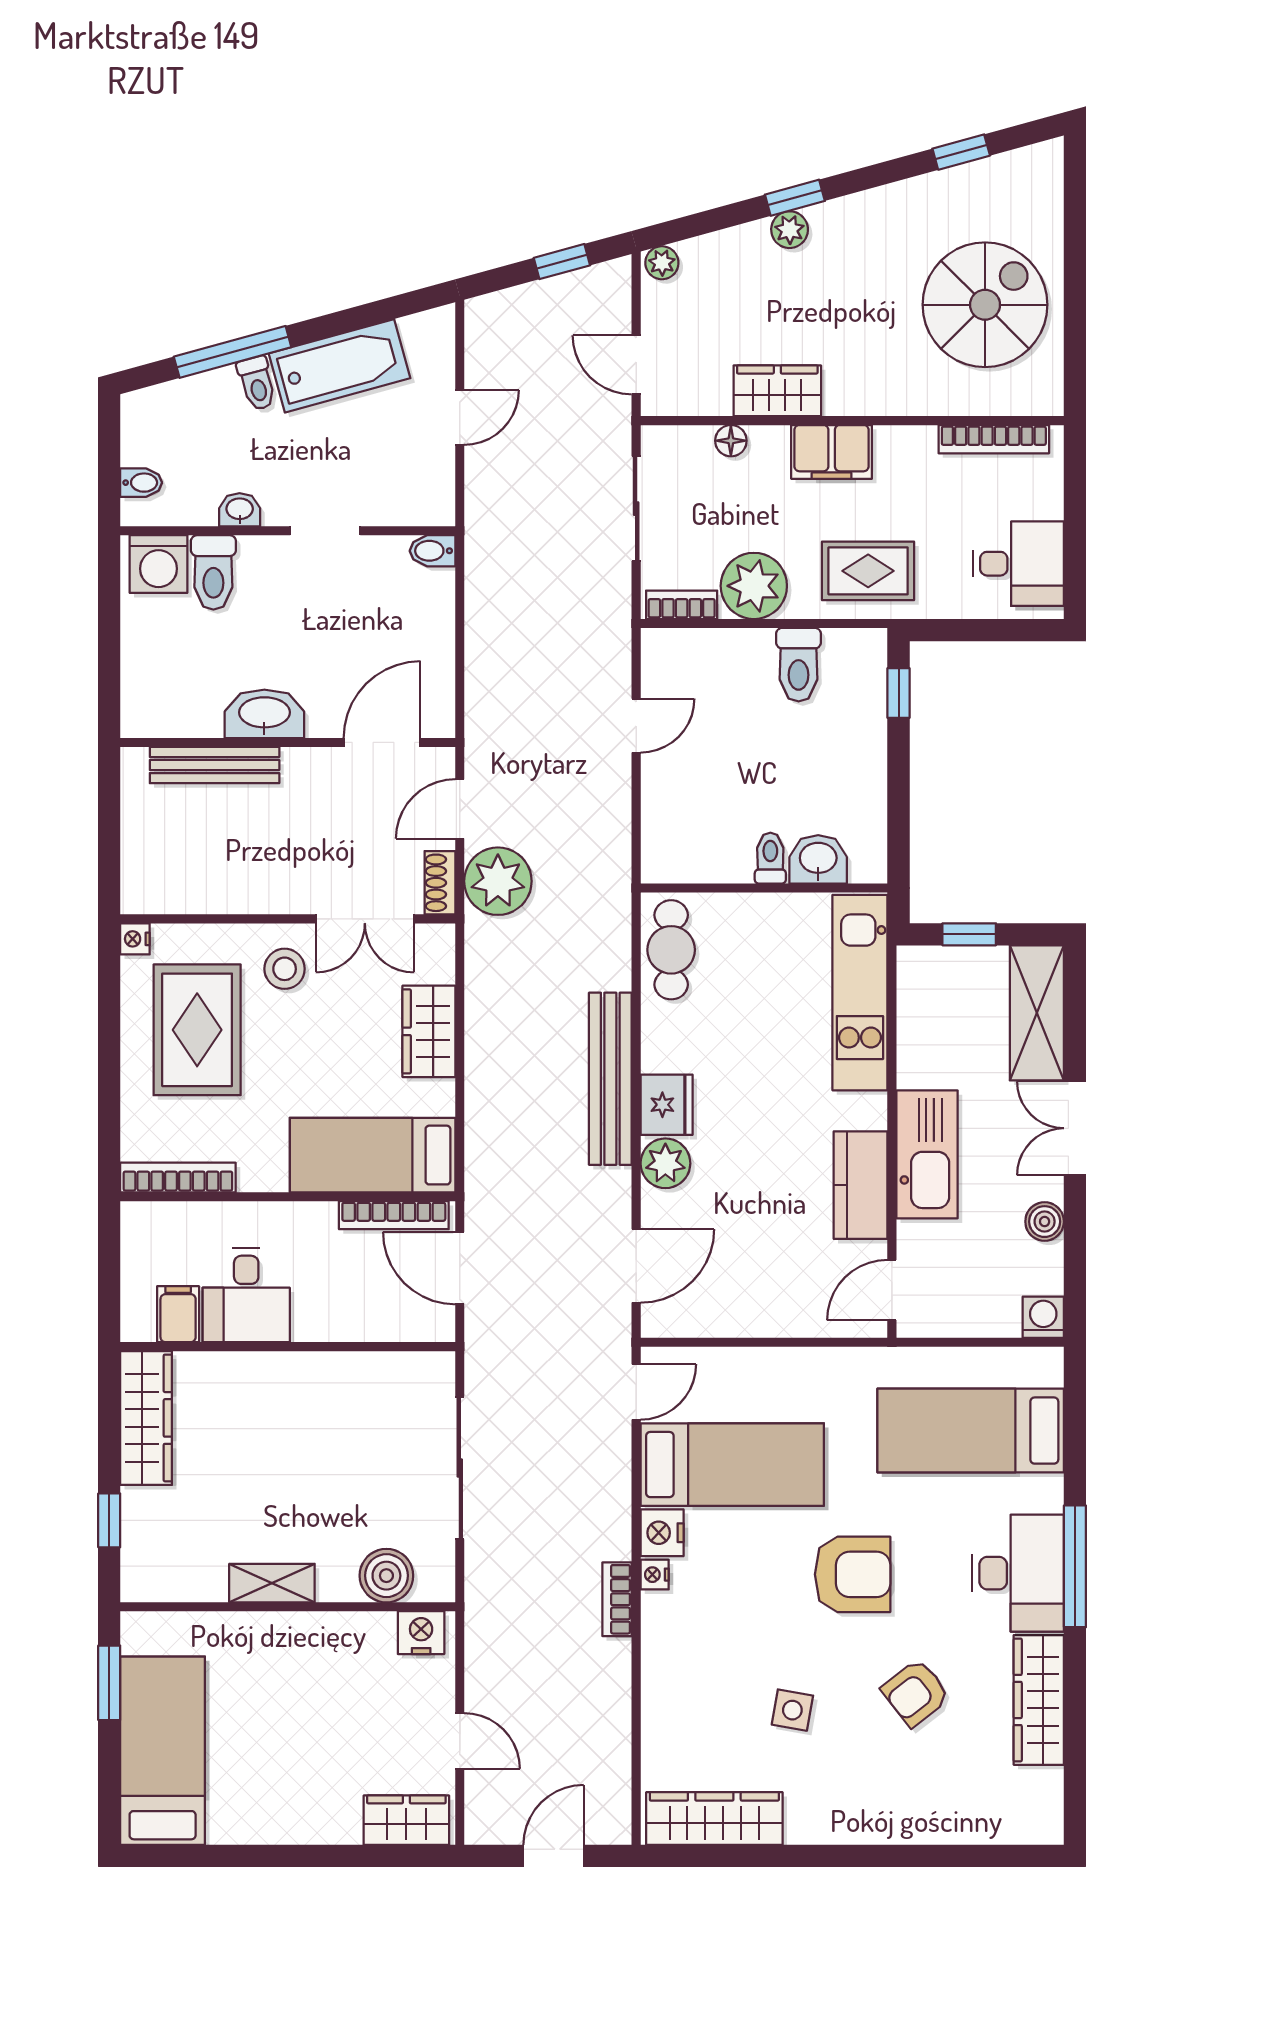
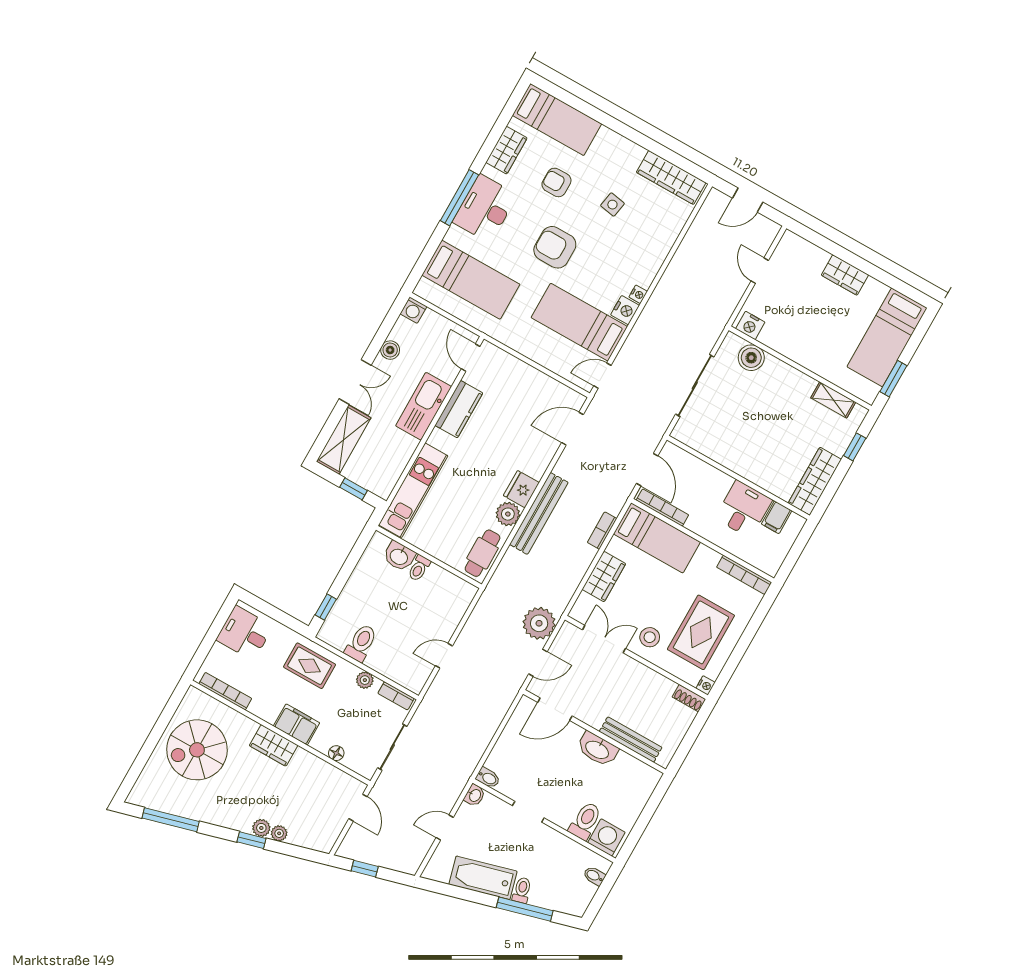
window: (961, 152) -> (171, 820), width x2.17
plant: (662, 263) -> (279, 833), moved
wardrobe: (777, 391) -> (274, 745), moved
washbasin: (240, 510) -> (475, 795), moved, turned -90
plant: (754, 586) -> (365, 680), width x0.53, depth x0.53
shoe rack: (440, 883) -> (689, 698), moved, turned 90
plant: (665, 1163) -> (508, 514), moved
door: (892, 1290) -> (471, 358), swing flipped
shelving: (272, 1583) -> (833, 400), moved
bookcase: (617, 1599) -> (602, 531), moved, turned 180
armchair: (916, 1693) -> (556, 182), turned -142
wardrobe: (1039, 1700) -> (506, 150), width x0.67
bed: (979, 1807) -> (557, 120), added
wardrobe: (406, 1820) -> (845, 275), moved

